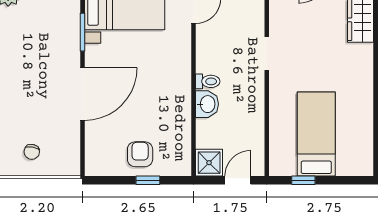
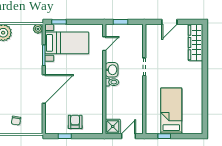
washbasin: (207, 104) -> (112, 70), moved
window: (148, 180) -> (65, 136), moved

